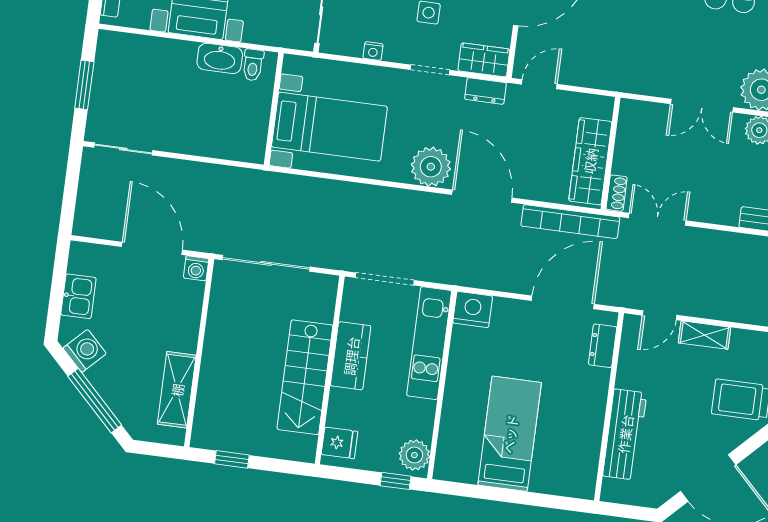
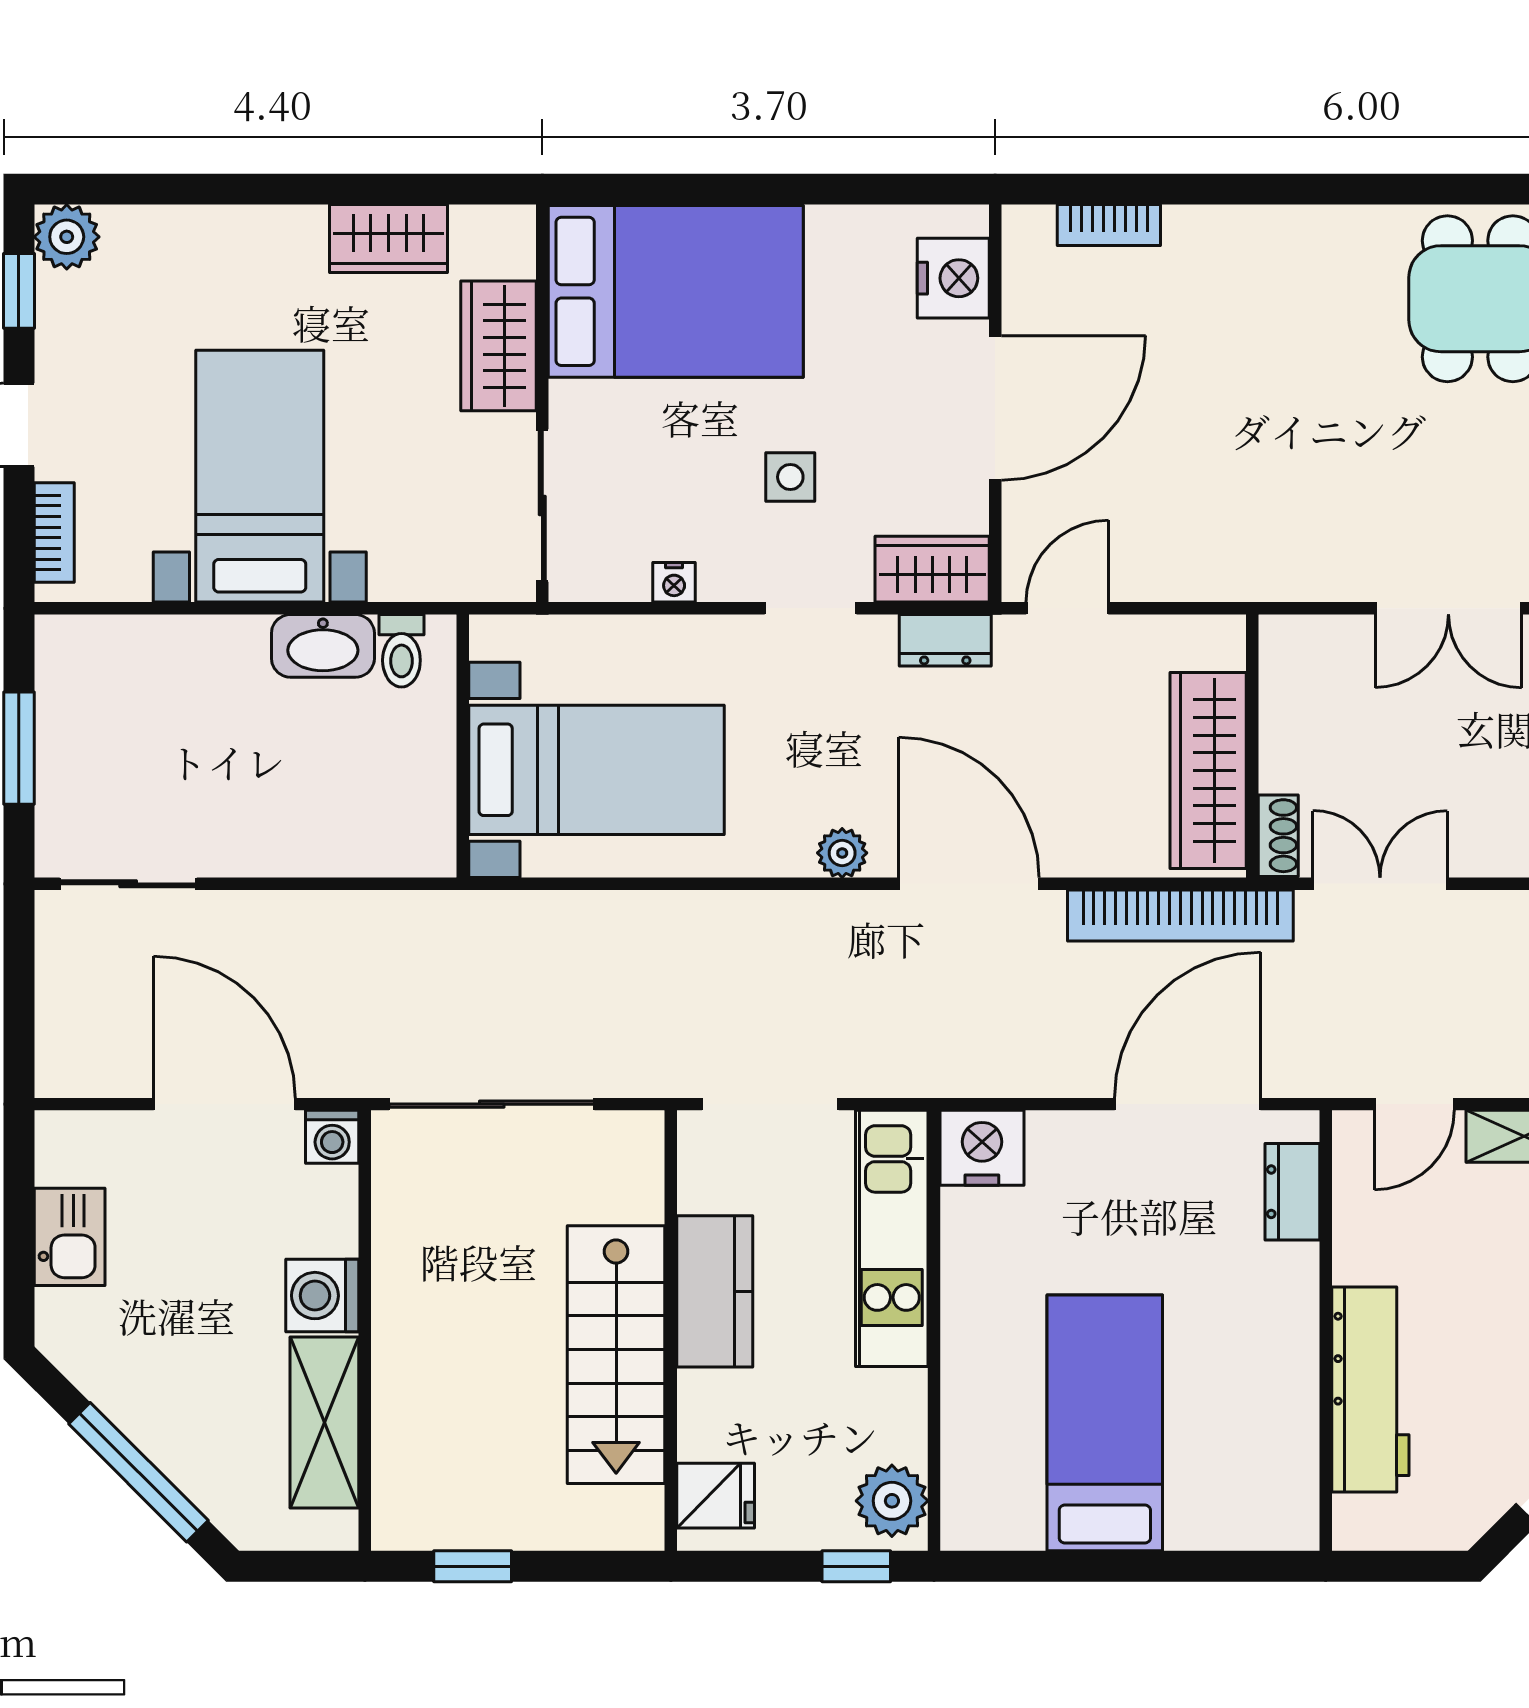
plant: (431, 167) -> (842, 853), width x0.53, depth x0.53
washing machine: (85, 351) -> (322, 1296), moved, turned -135

